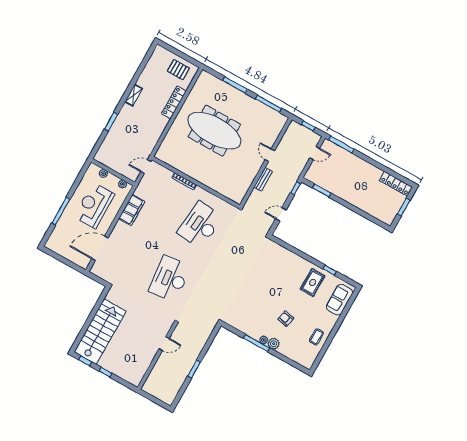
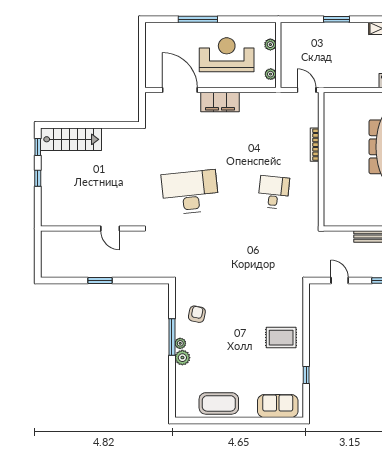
filing cabinet: (132, 210) -> (220, 102), moved
desk: (200, 225) -> (274, 192), width x0.53, depth x0.77
rug: (313, 283) -> (281, 338), moved
armchair: (286, 319) -> (197, 314), moved
stairs: (100, 332) -> (71, 139), width x0.73, depth x0.66
coffee table: (316, 337) -> (219, 403), width x1.86, depth x1.72

